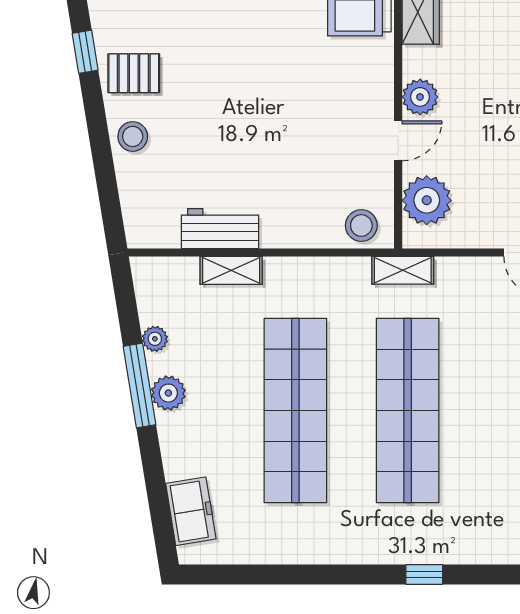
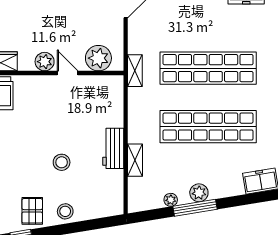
stool: (361, 225) -> (62, 162), moved
workbench: (220, 229) -> (113, 148), moved

